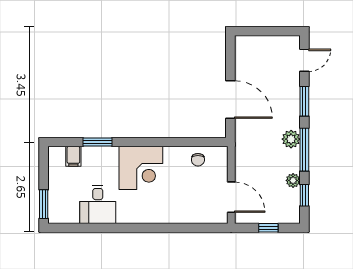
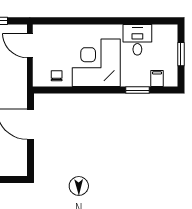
corner desk: (141, 168) -> (96, 63), width x1.36, depth x1.36
window: (44, 204) -> (181, 54), moved

